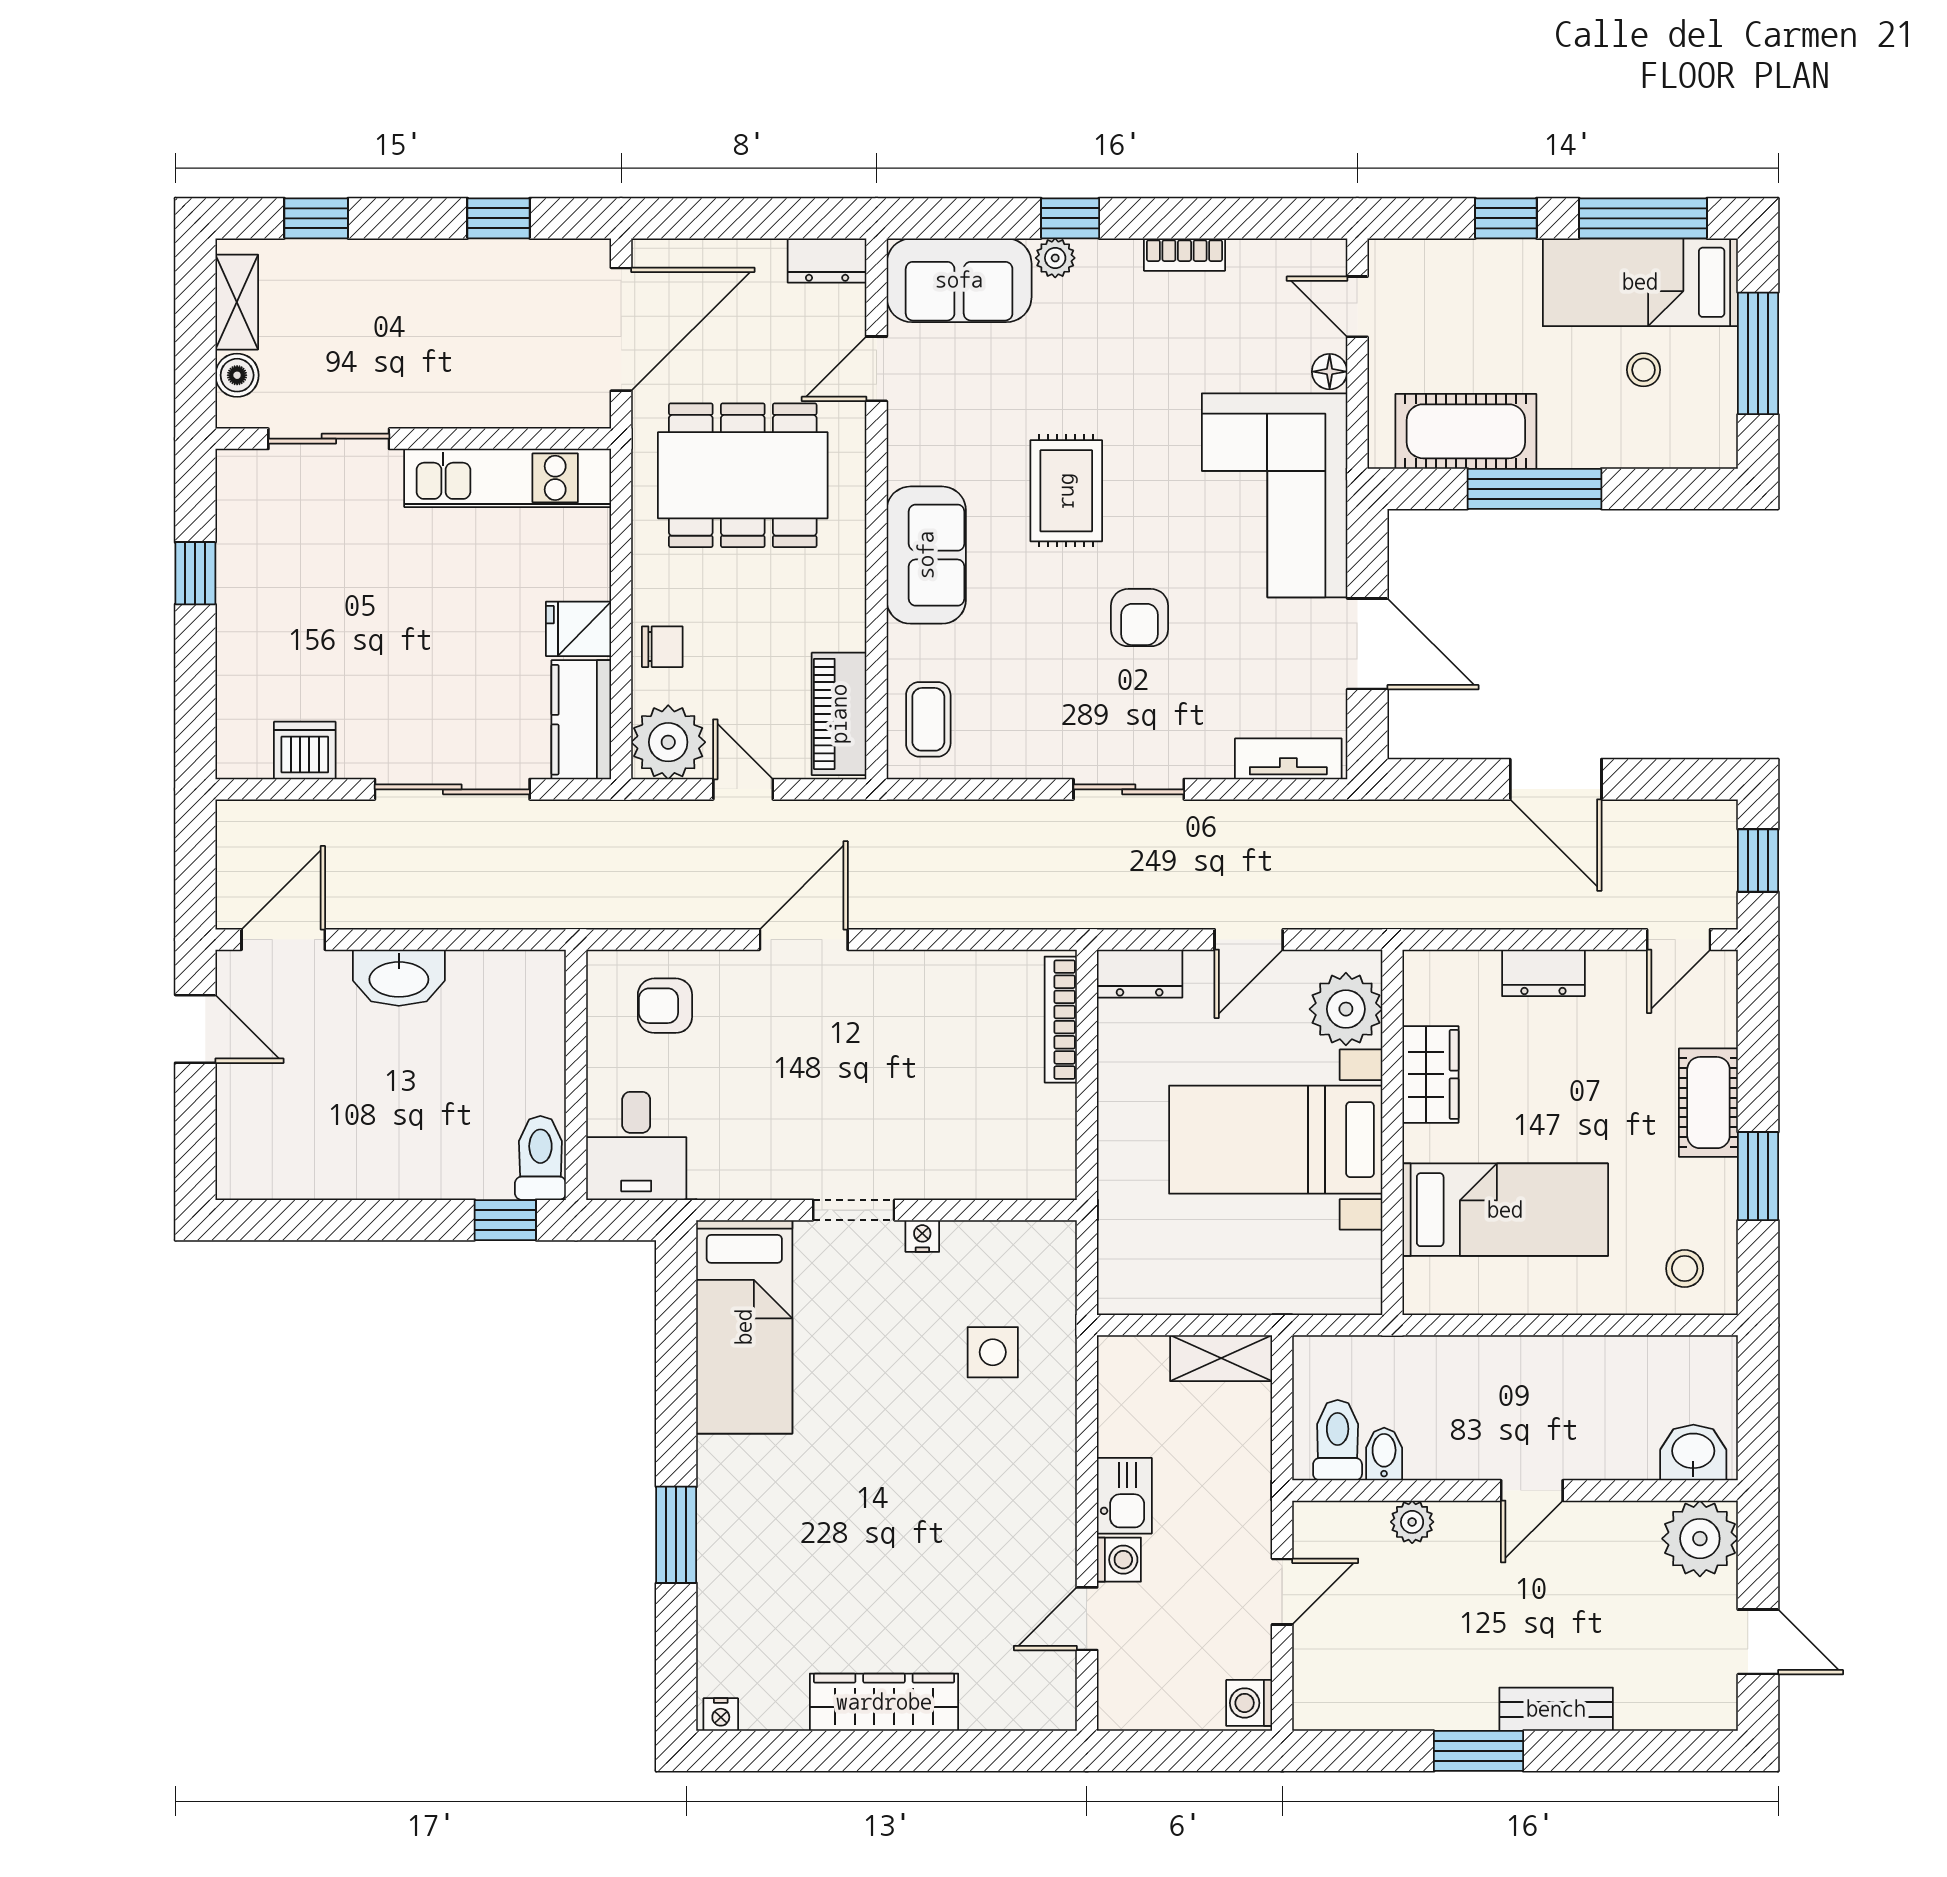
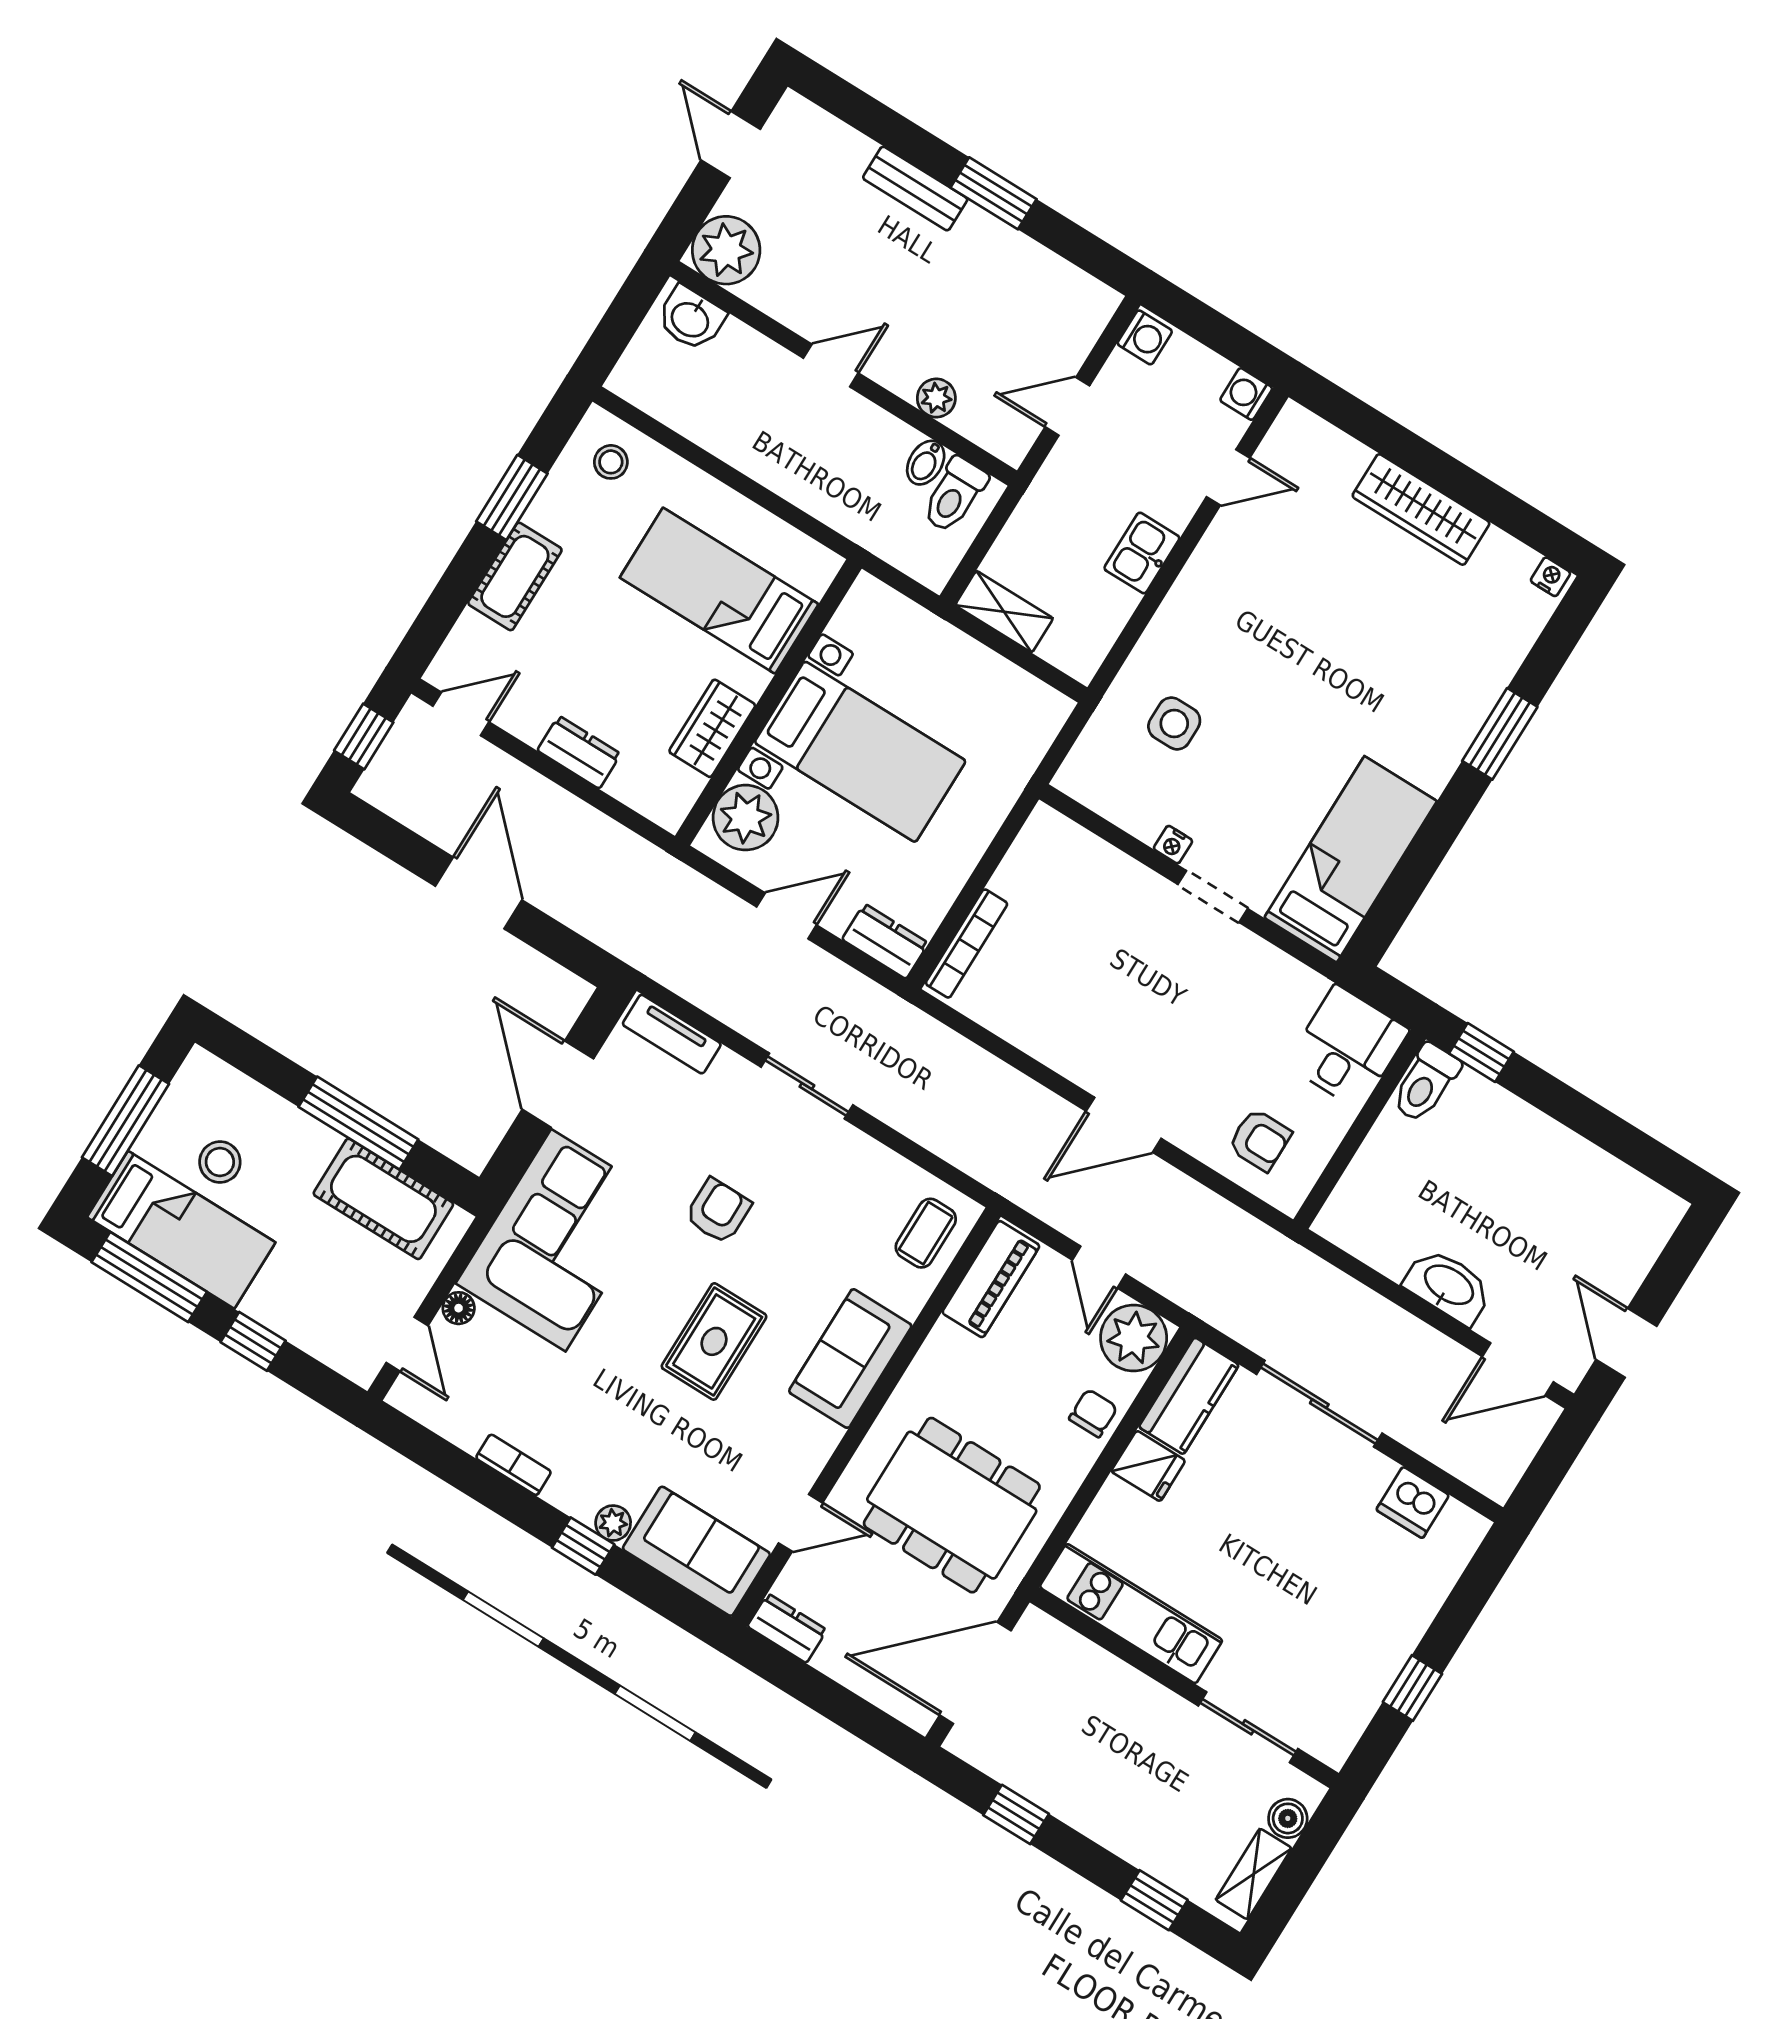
stool: (1644, 370) -> (220, 1162), width x1.37, depth x1.37
chair: (662, 647) -> (1093, 1413), turned 90
washing machine: (1119, 1560) -> (1246, 394), moved

